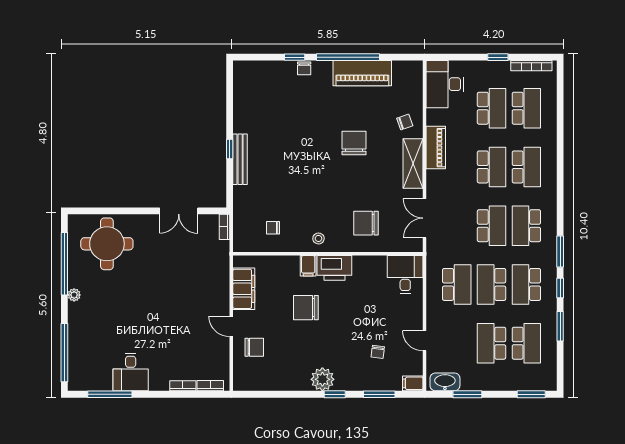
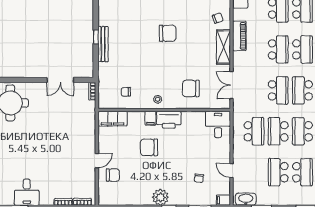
chair: (354, 143) -> (168, 33), moved, turned 90
filing cabinet: (244, 289) -> (113, 119), moved, turned 90
door: (231, 326) -> (97, 160), swing flipped

